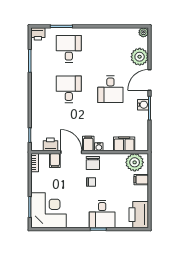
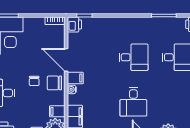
desk: (110, 89) -> (133, 102), turned -90
printer: (50, 144) -> (74, 24), moved
door: (71, 152) -> (66, 60), swing flipped
filing cabinet: (55, 160) -> (57, 111), moved

